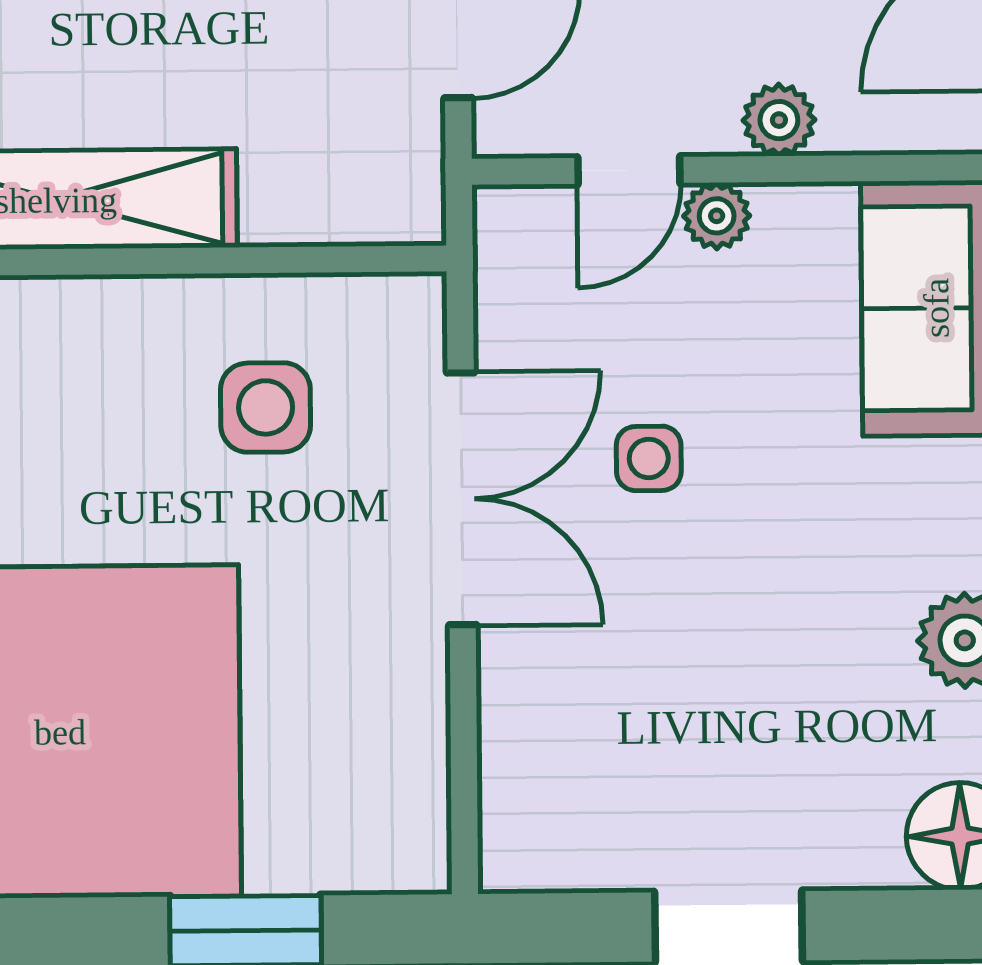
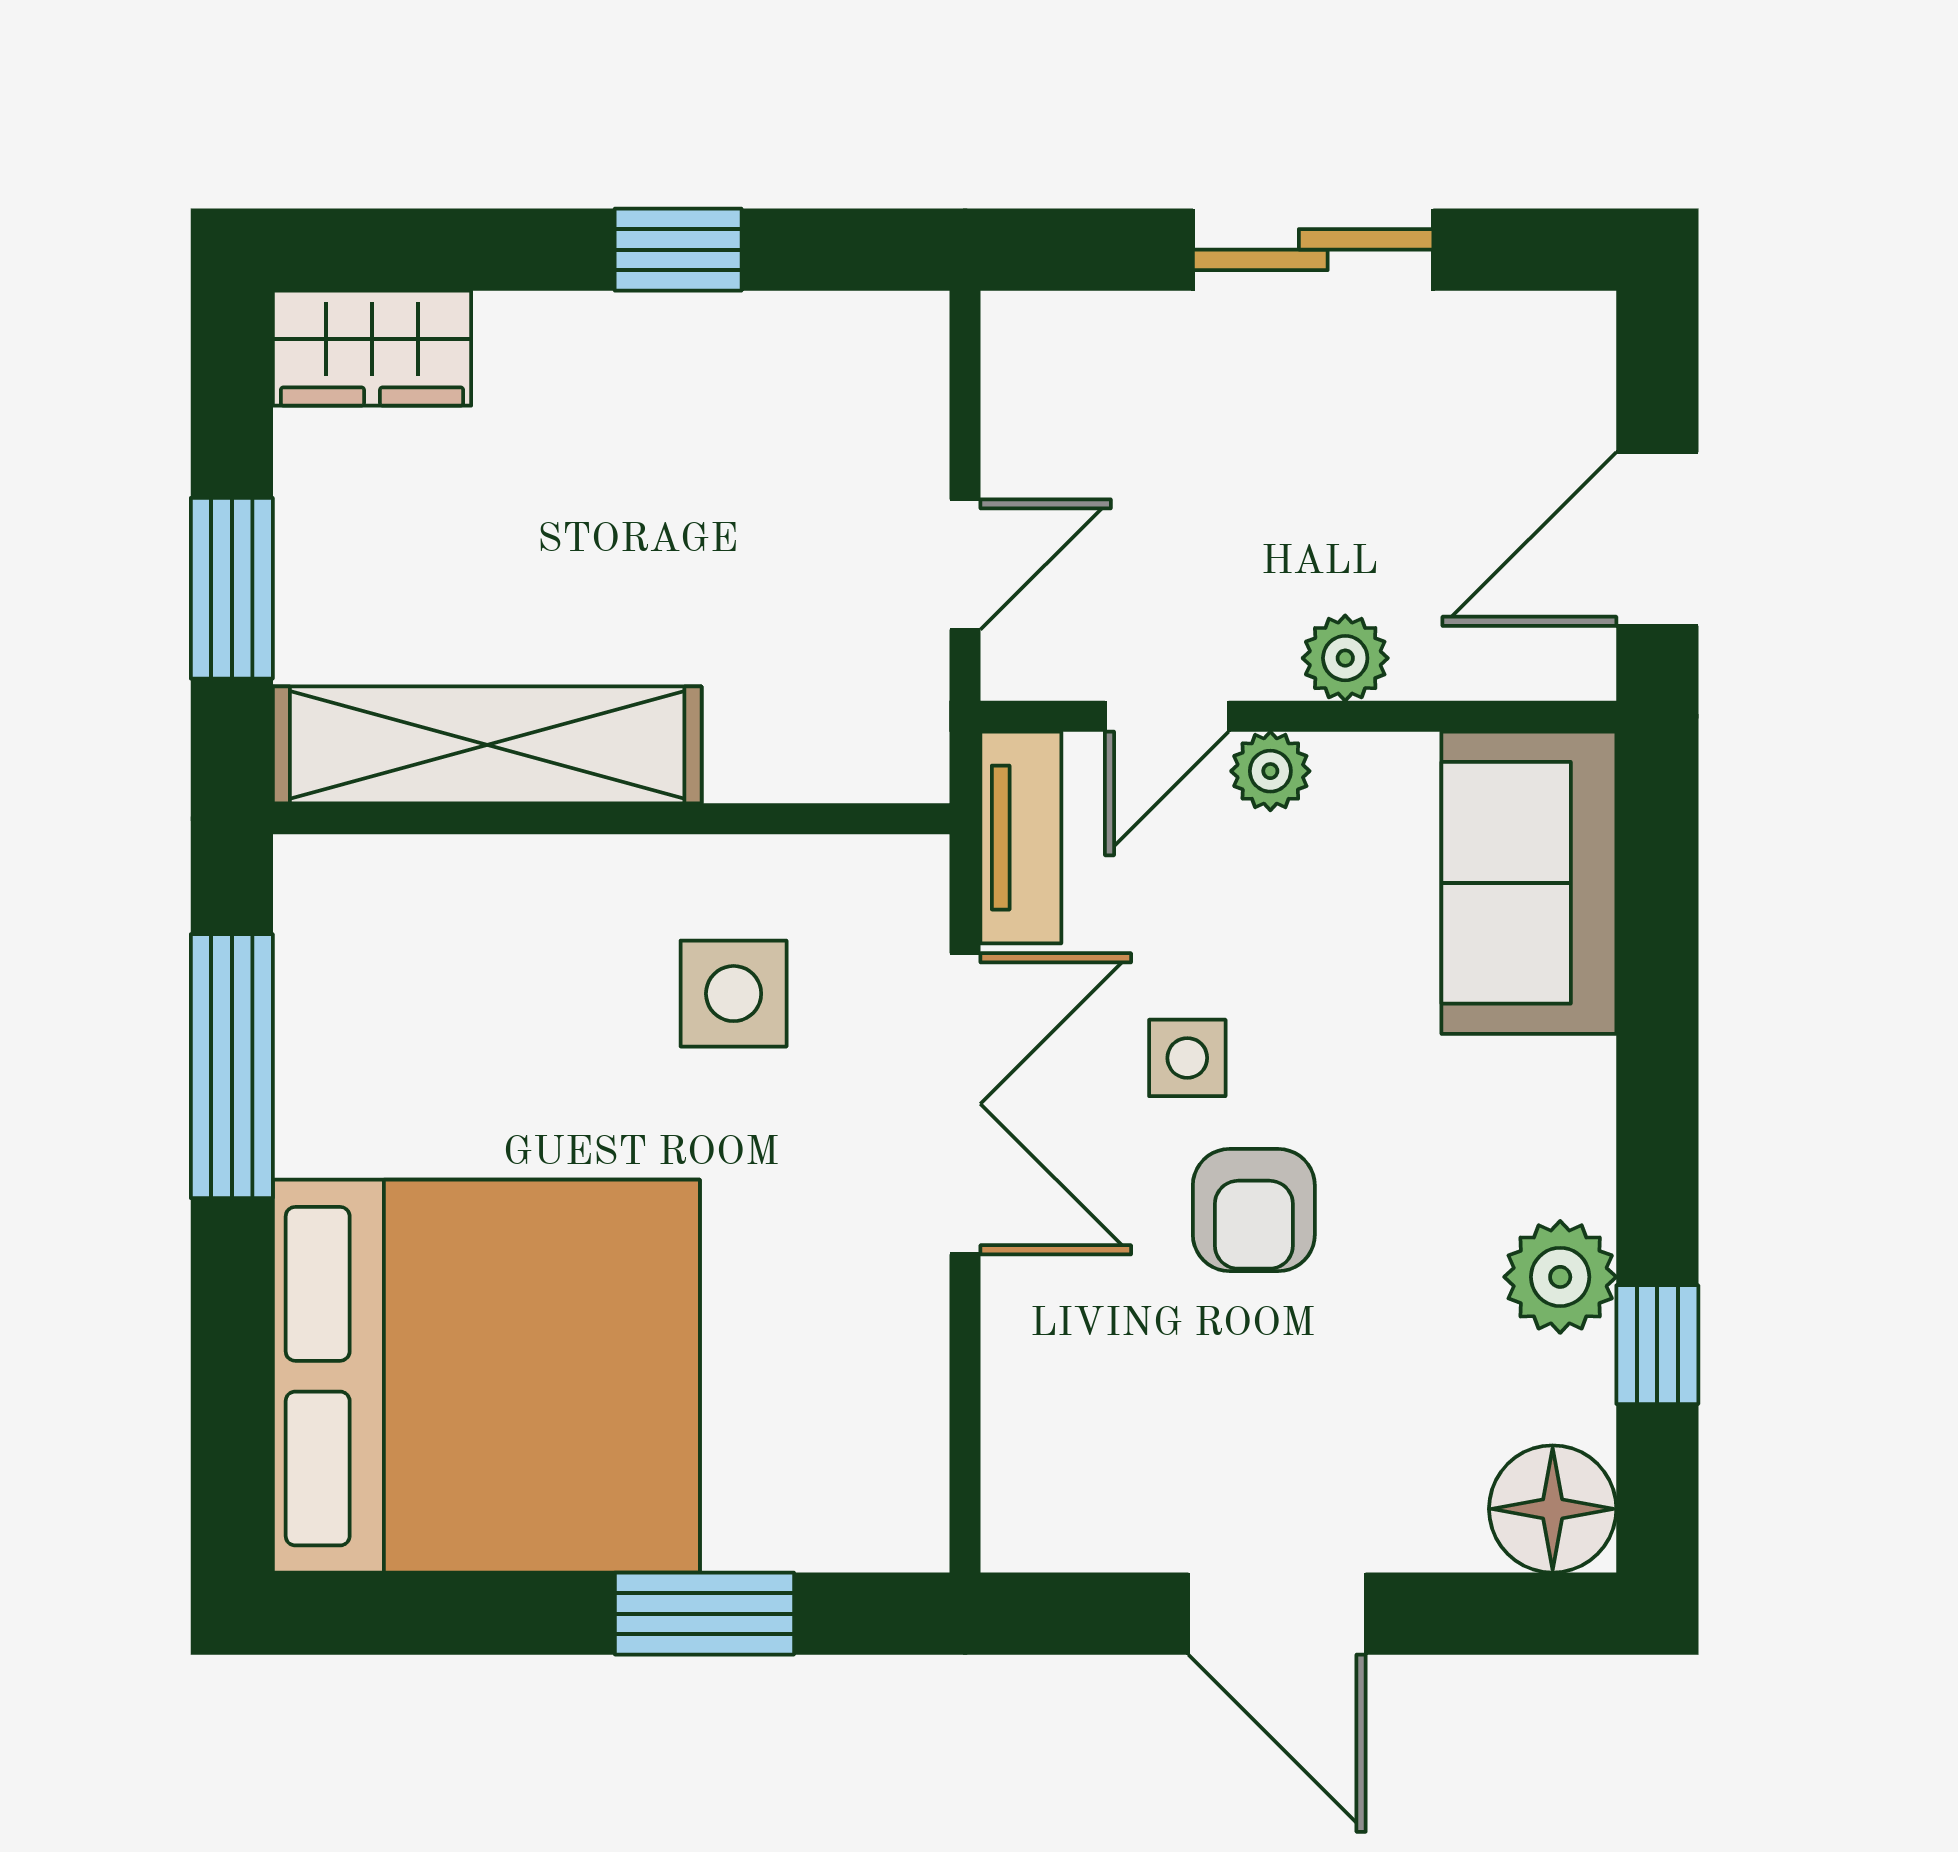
tv unit: (507, 274) -> (1021, 838), added
armchair: (706, 586) -> (1254, 1210), added

